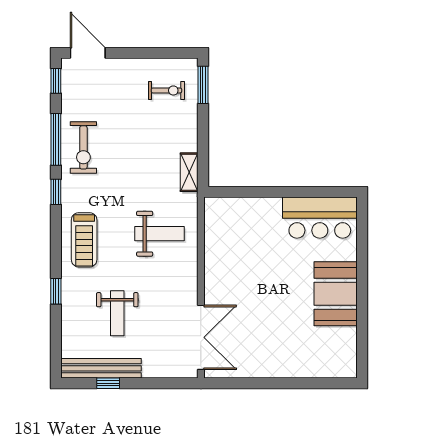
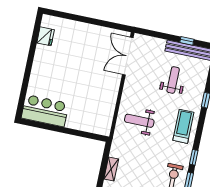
shelving: (189, 172) -> (111, 169), moved
booth: (336, 294) -> (45, 65), removed
fridge: (345, 342) -> (46, 36), added

